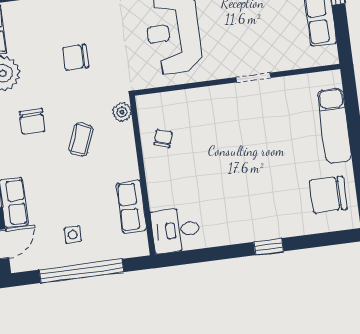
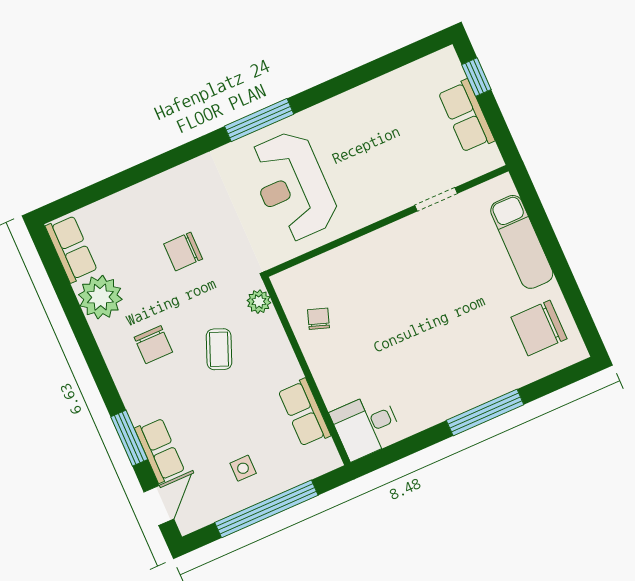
doorway: (254, 78) -> (436, 199), moved
window: (269, 247) -> (485, 412), width x2.17

